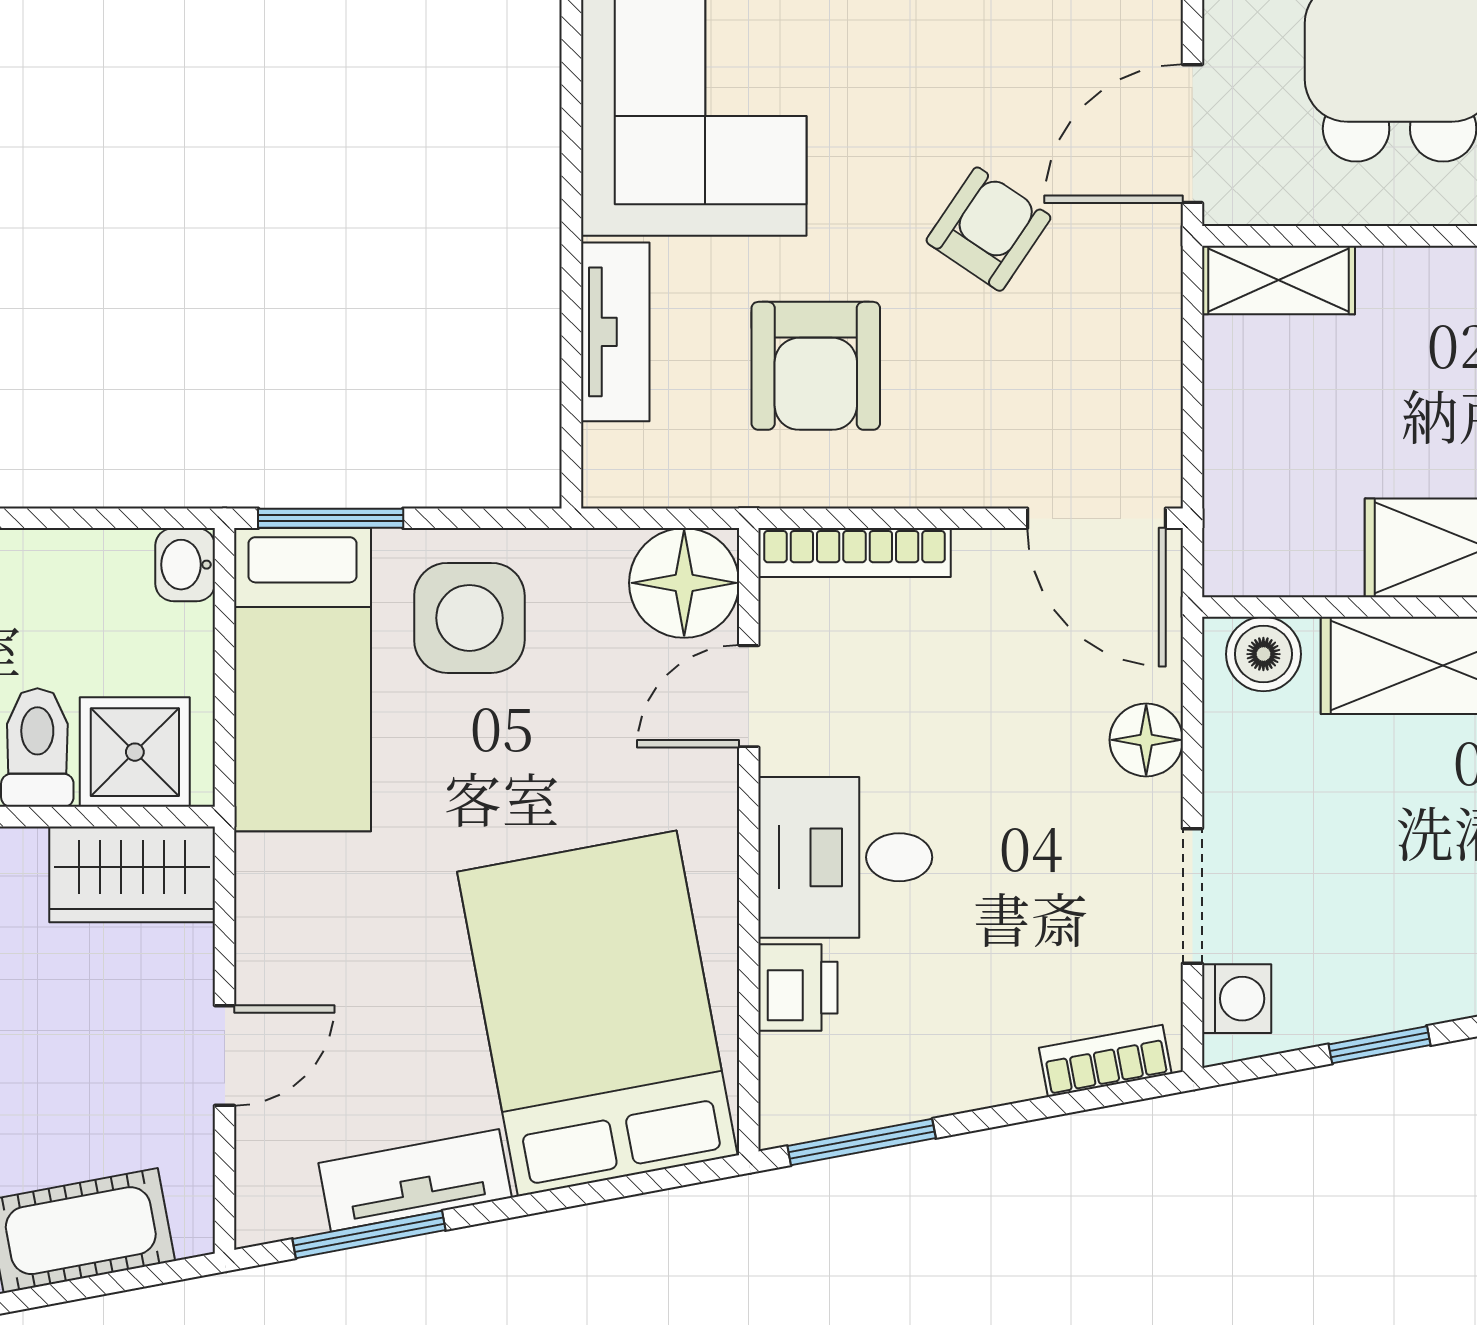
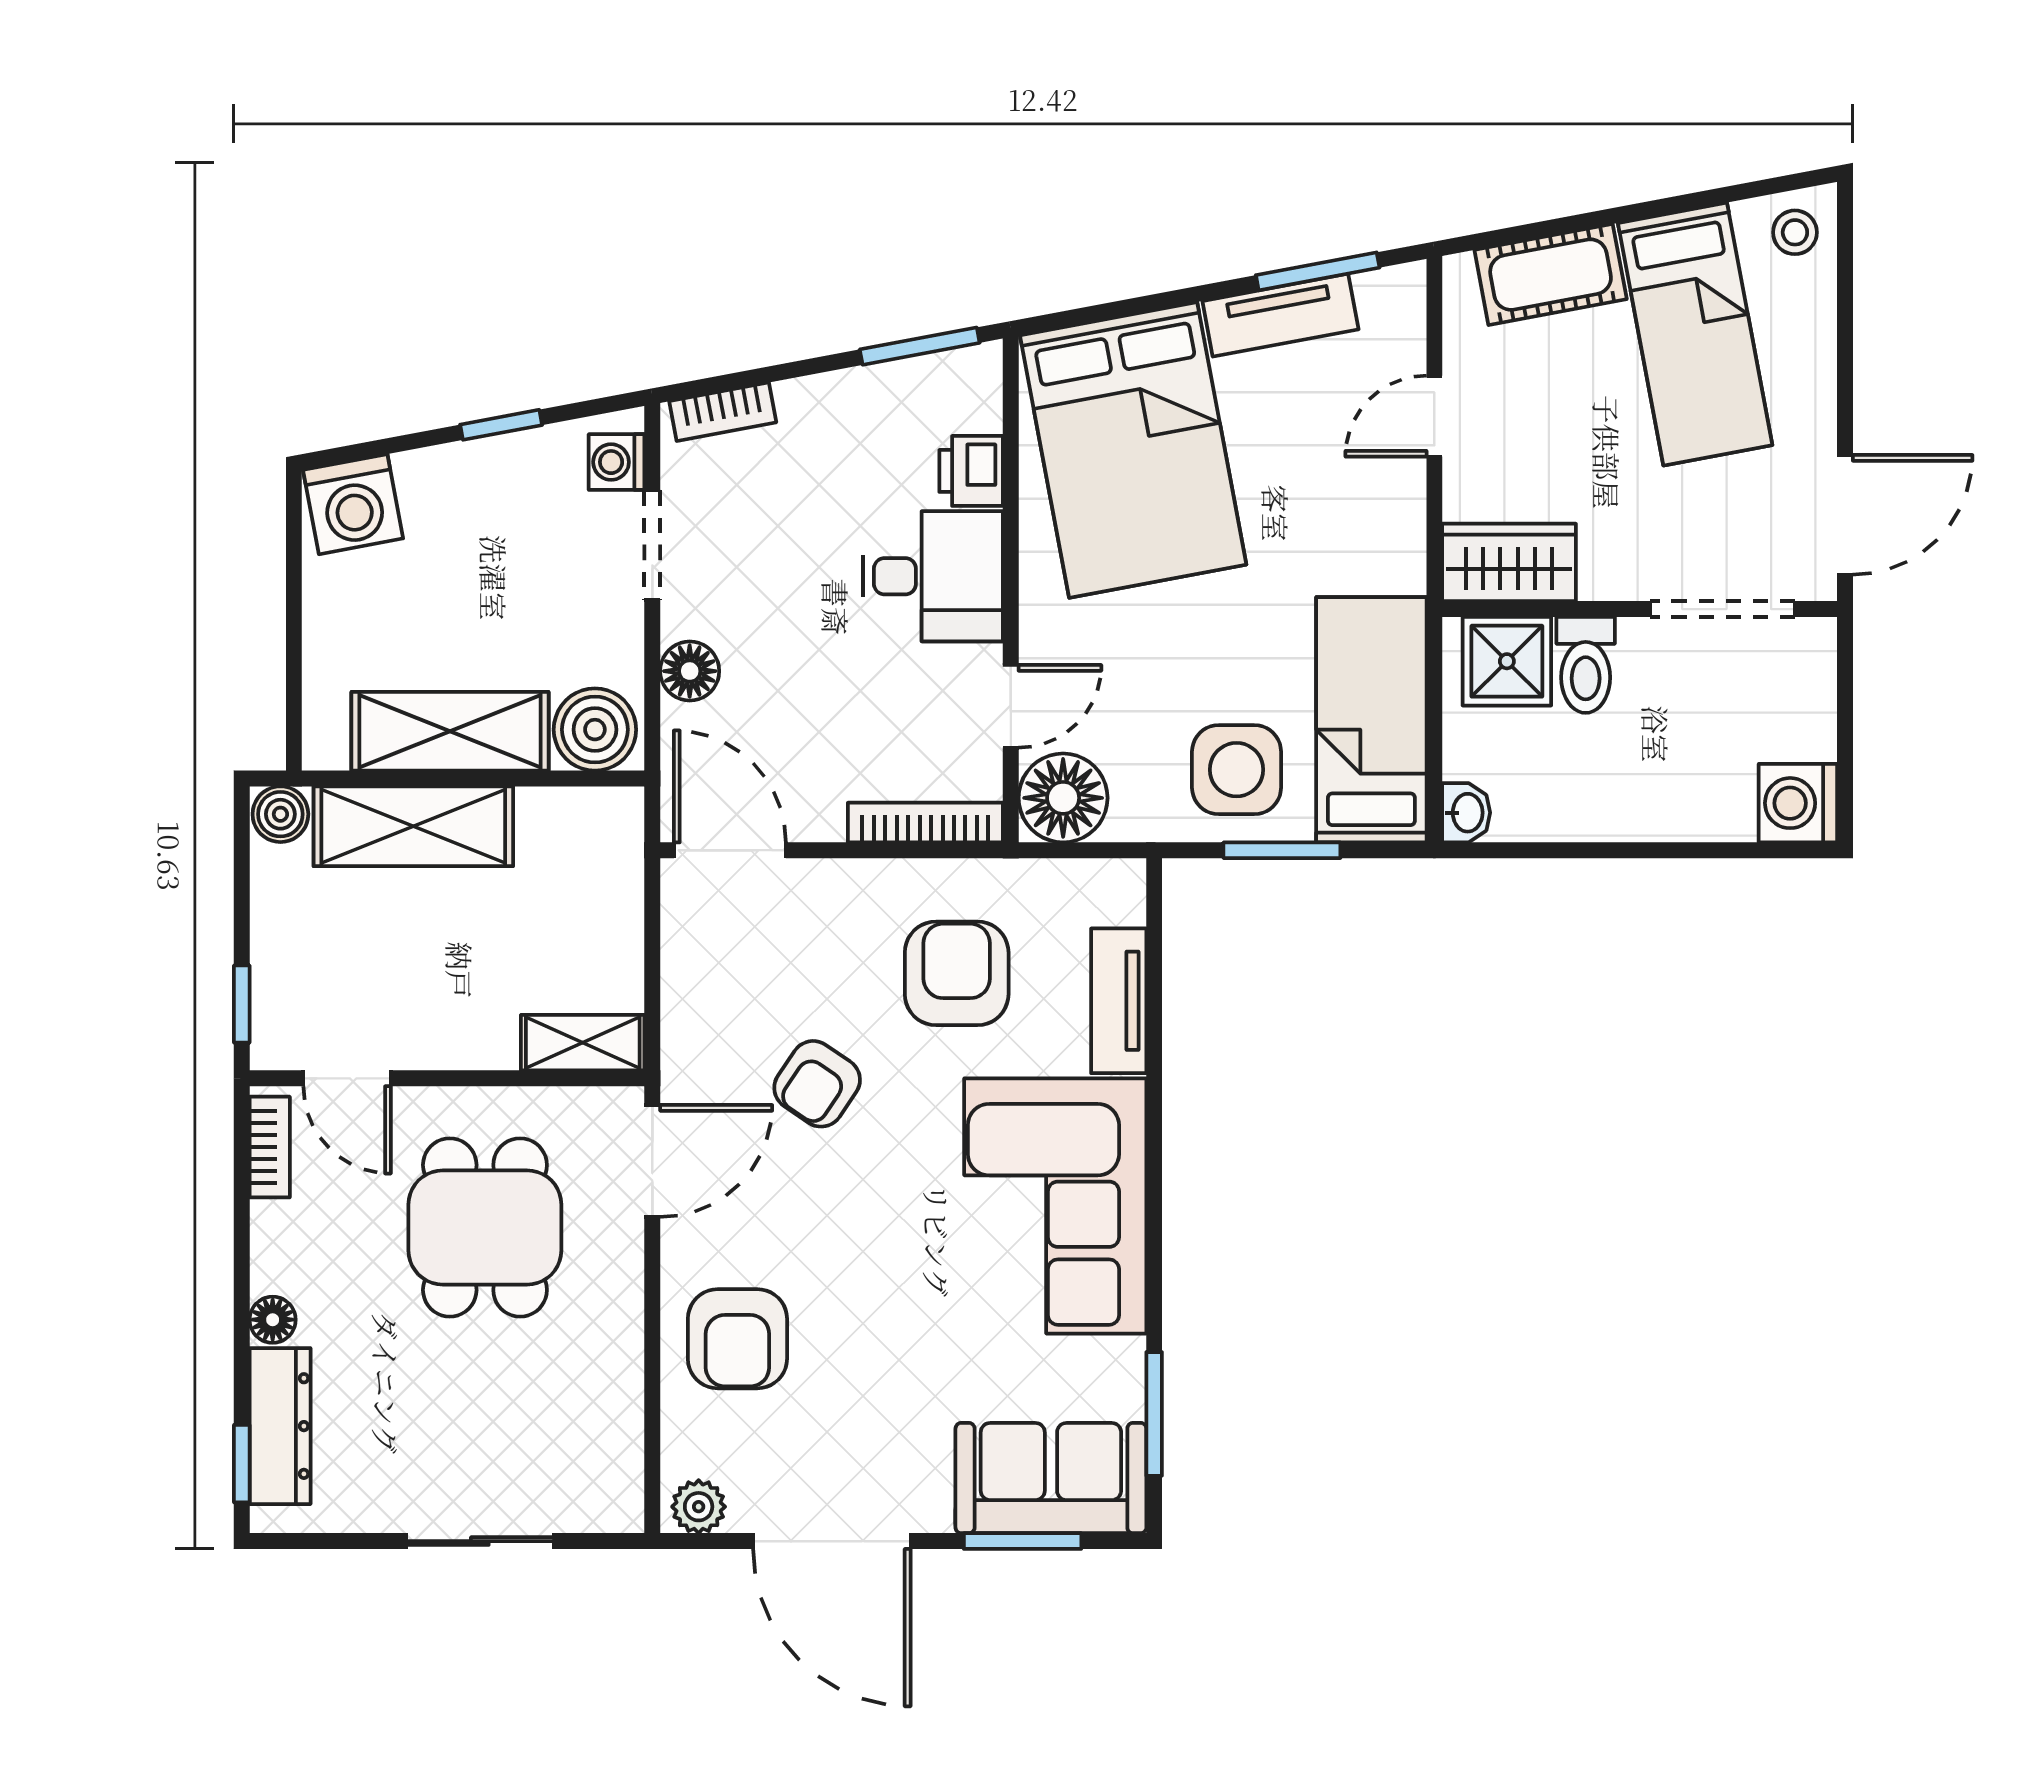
window: (331, 518) -> (1282, 850), moved
boiler: (1263, 654) -> (595, 730), width x1.36, depth x1.36

